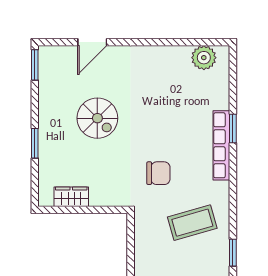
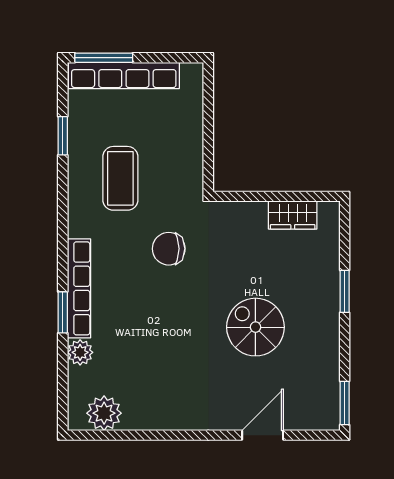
plant: (221, 100) -> (80, 352), added
coffee table: (192, 223) -> (120, 178), turned -74

